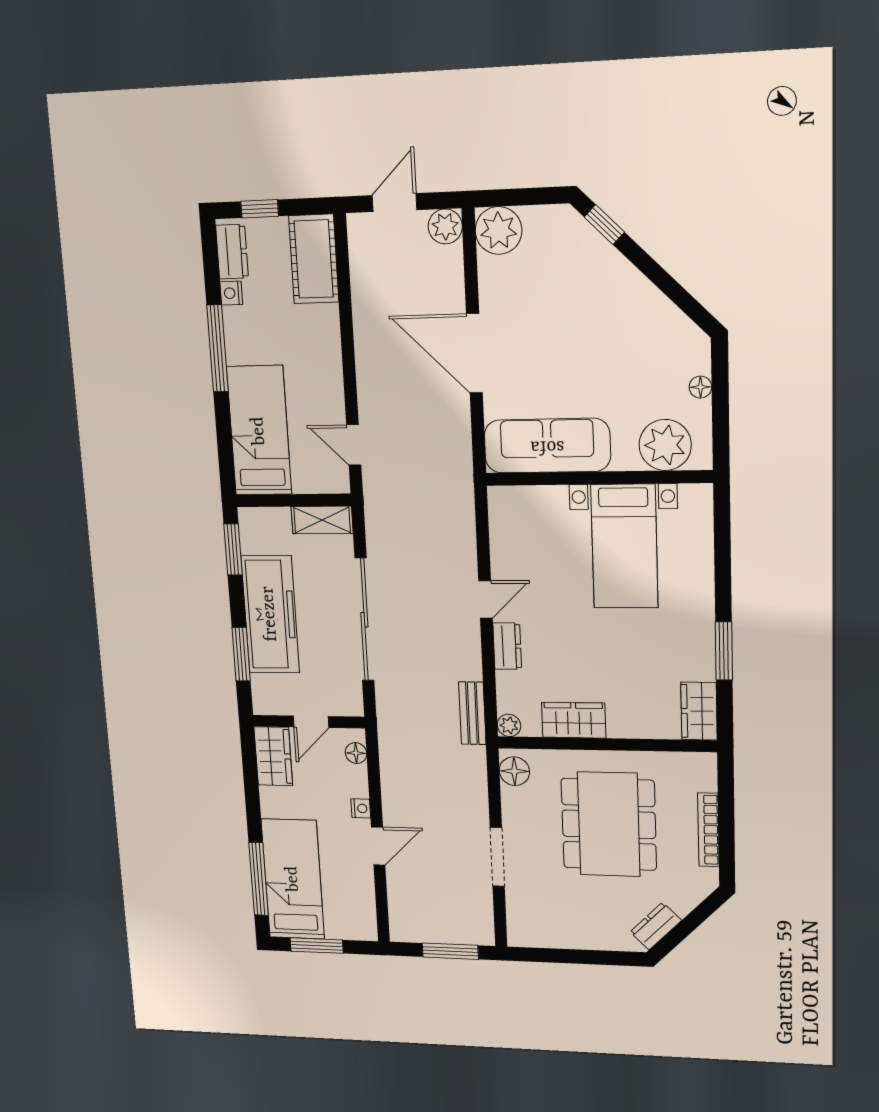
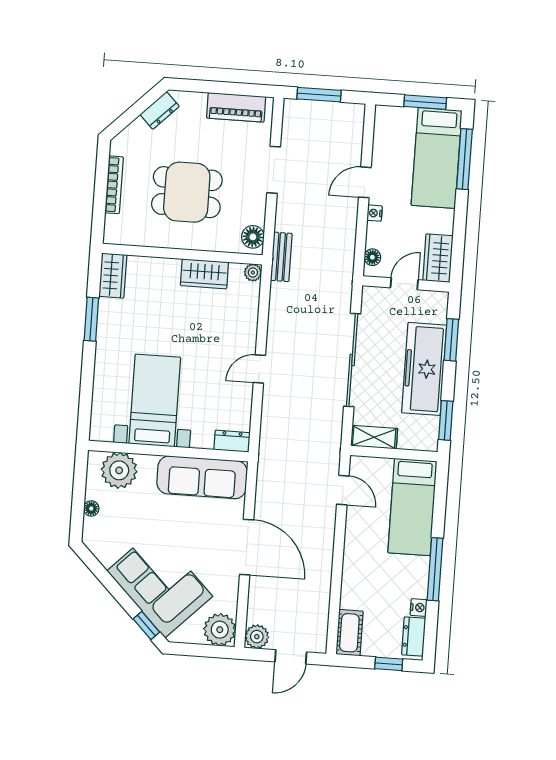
cot: (314, 259) -> (349, 633), width x0.73, depth x0.75
corner sofa: (591, 288) -> (160, 584), added
dresser: (507, 646) -> (232, 441), moved, turned 90
bench: (472, 713) -> (281, 257), moved
dining table: (609, 824) -> (187, 192), width x0.73
piano: (555, 933) -> (236, 107), added

